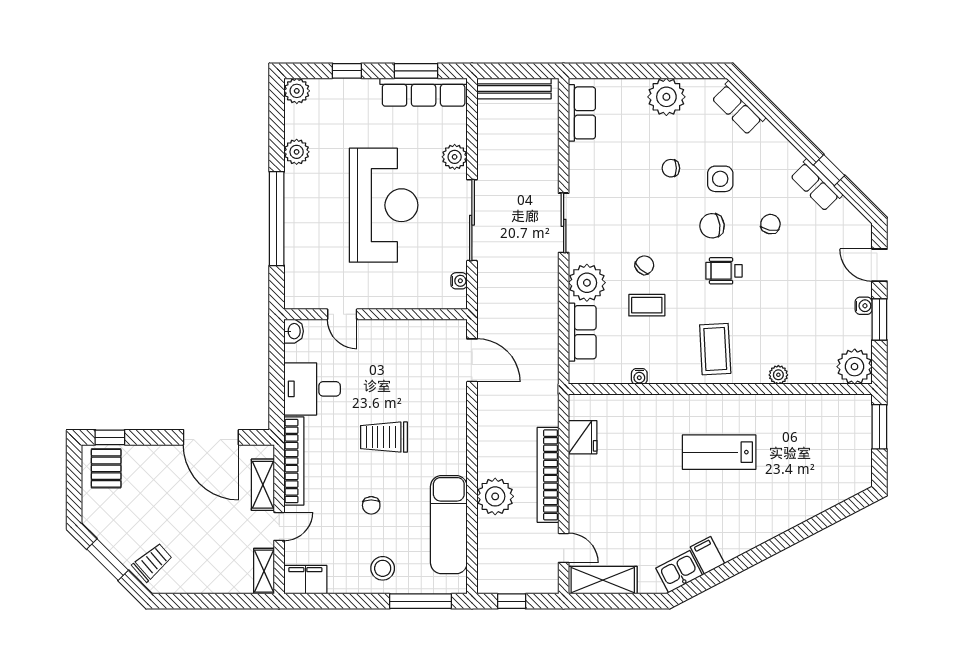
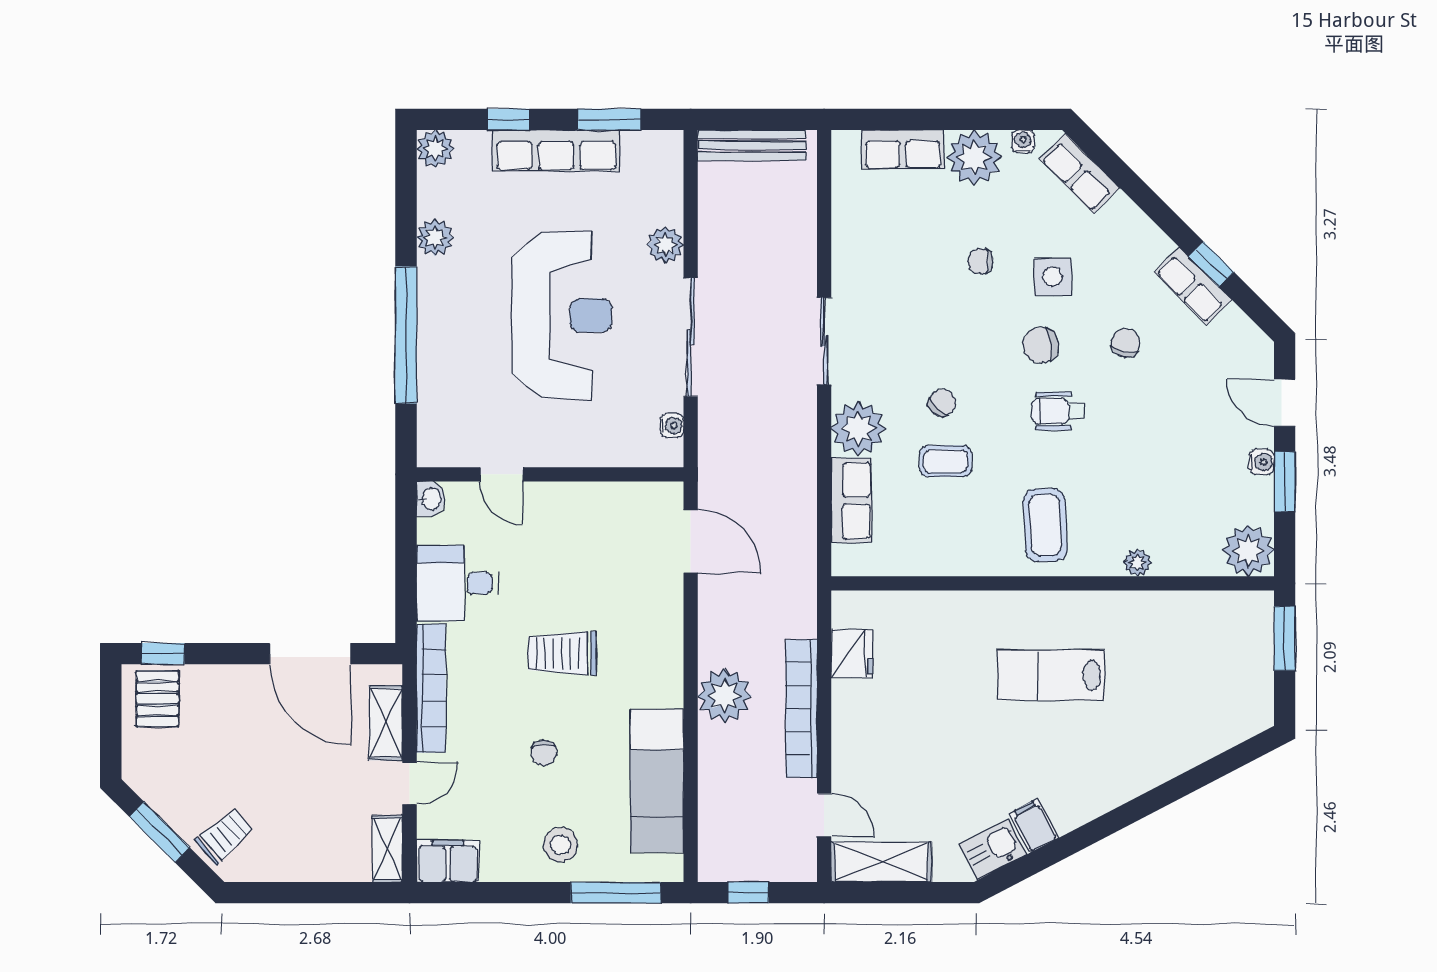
row of seats: (424, 92) -> (556, 151), moved
row of seats: (582, 113) -> (903, 150), moved, turned 90
water cooler: (639, 376) -> (1023, 141), moved, turned 180
plant: (495, 496) -> (725, 696), moved

